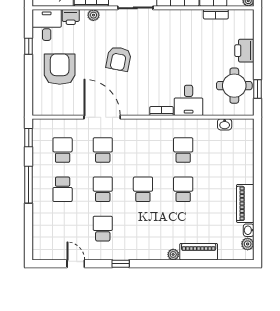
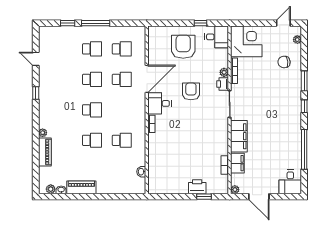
printer: (71, 17) -> (223, 84), moved
armchair: (119, 59) -> (191, 91), turned 79
armchair: (60, 69) -> (183, 47), turned -90
round table: (234, 86) -> (171, 179), removed
window: (257, 89) -> (204, 197), moved
desk: (189, 100) -> (159, 103), moved
window: (29, 138) -> (68, 23), moved
school desk: (63, 189) -> (92, 49), turned 180
school desk: (103, 229) -> (62, 79), removed
door: (76, 264) -> (36, 59), swing flipped

